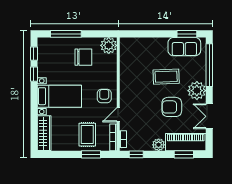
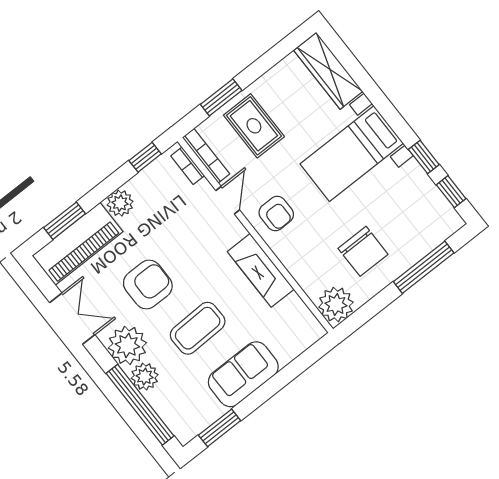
sofa: (184, 47) -> (243, 374), moved
chair: (83, 57) -> (363, 251), turned -90
plant: (199, 74) -> (145, 377), added
fireplace: (126, 80) -> (261, 270), added

